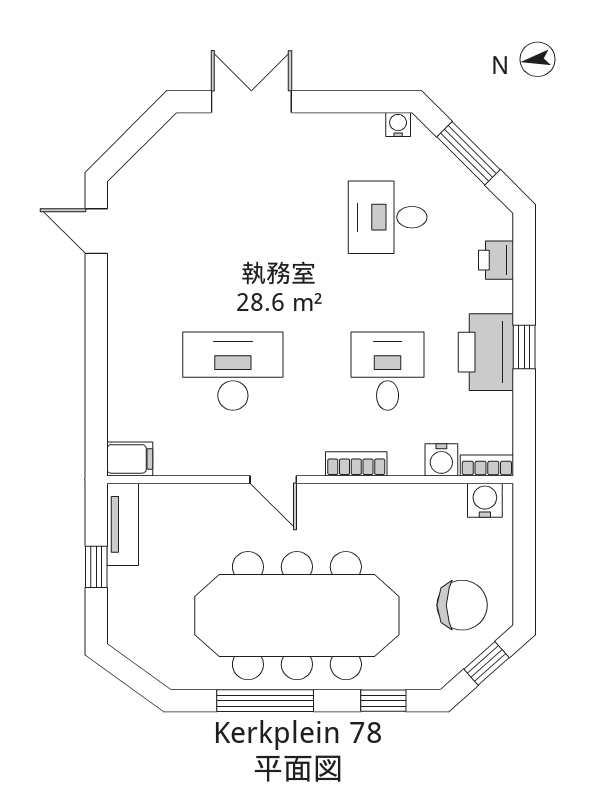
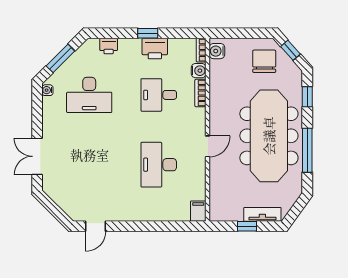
desk: (388, 217) -> (89, 95), width x1.37
printer: (486, 352) -> (155, 49), width x0.73, depth x0.84
bookcase: (356, 464) -> (200, 93), moved
tv unit: (123, 524) -> (262, 214), moved

